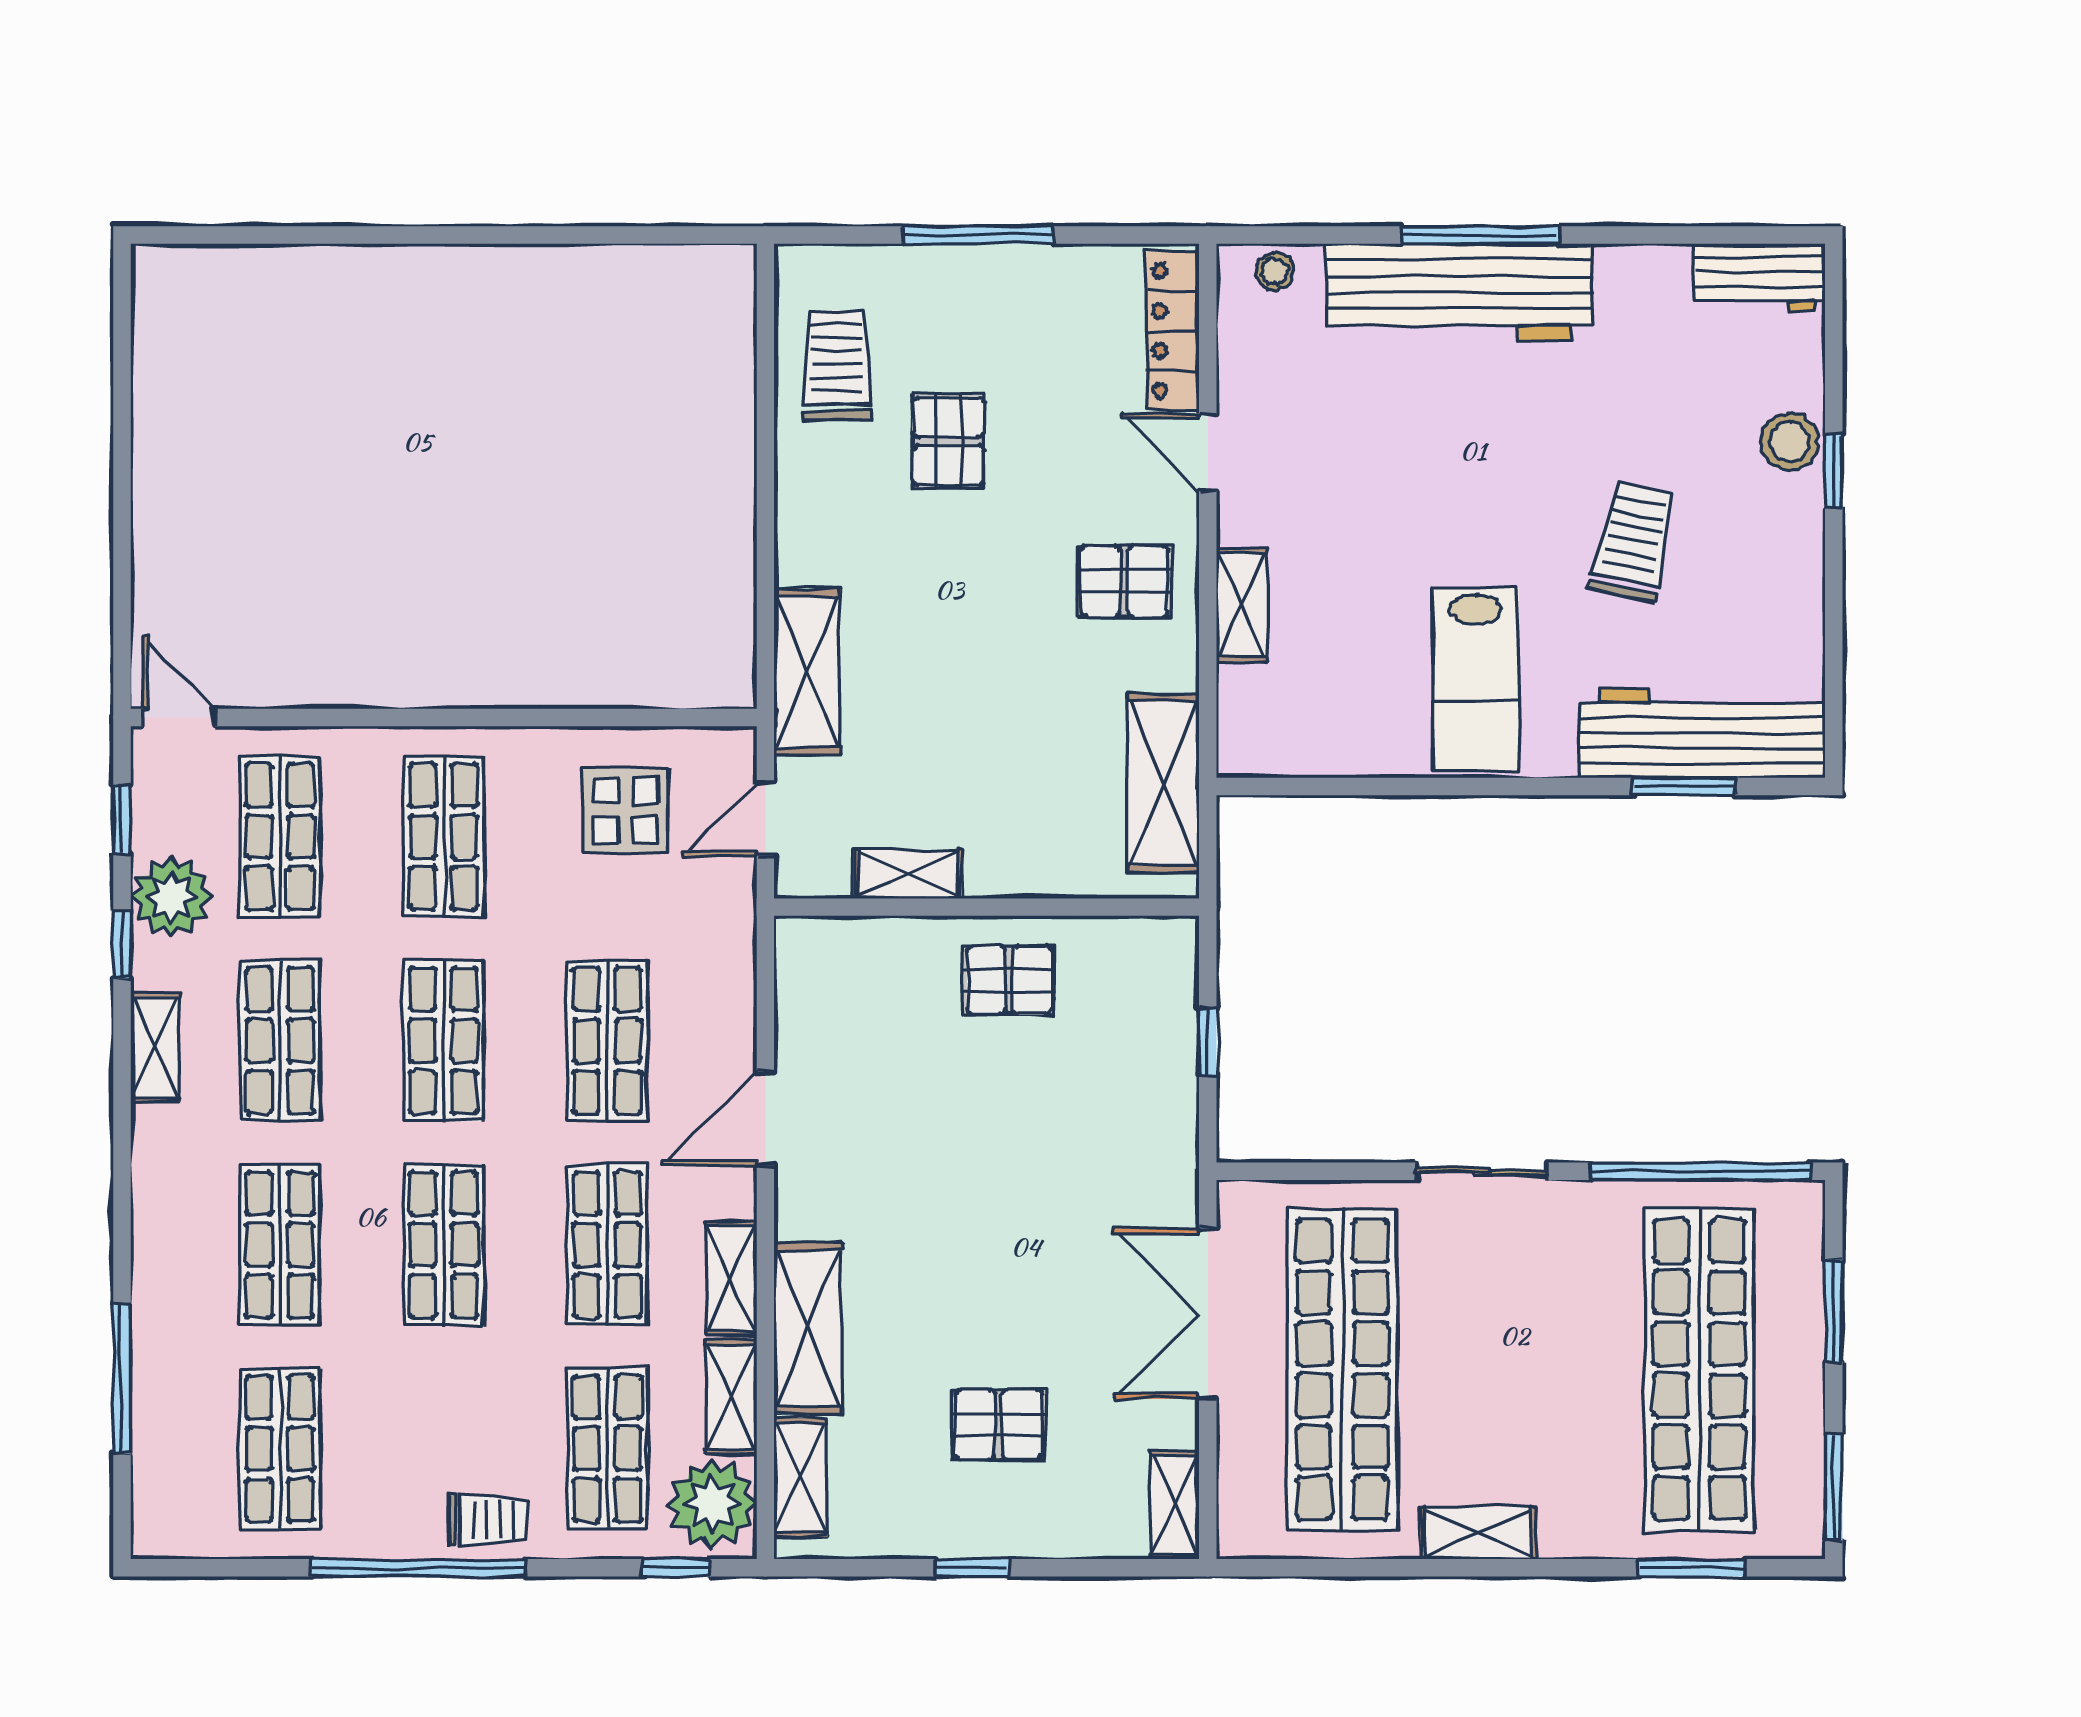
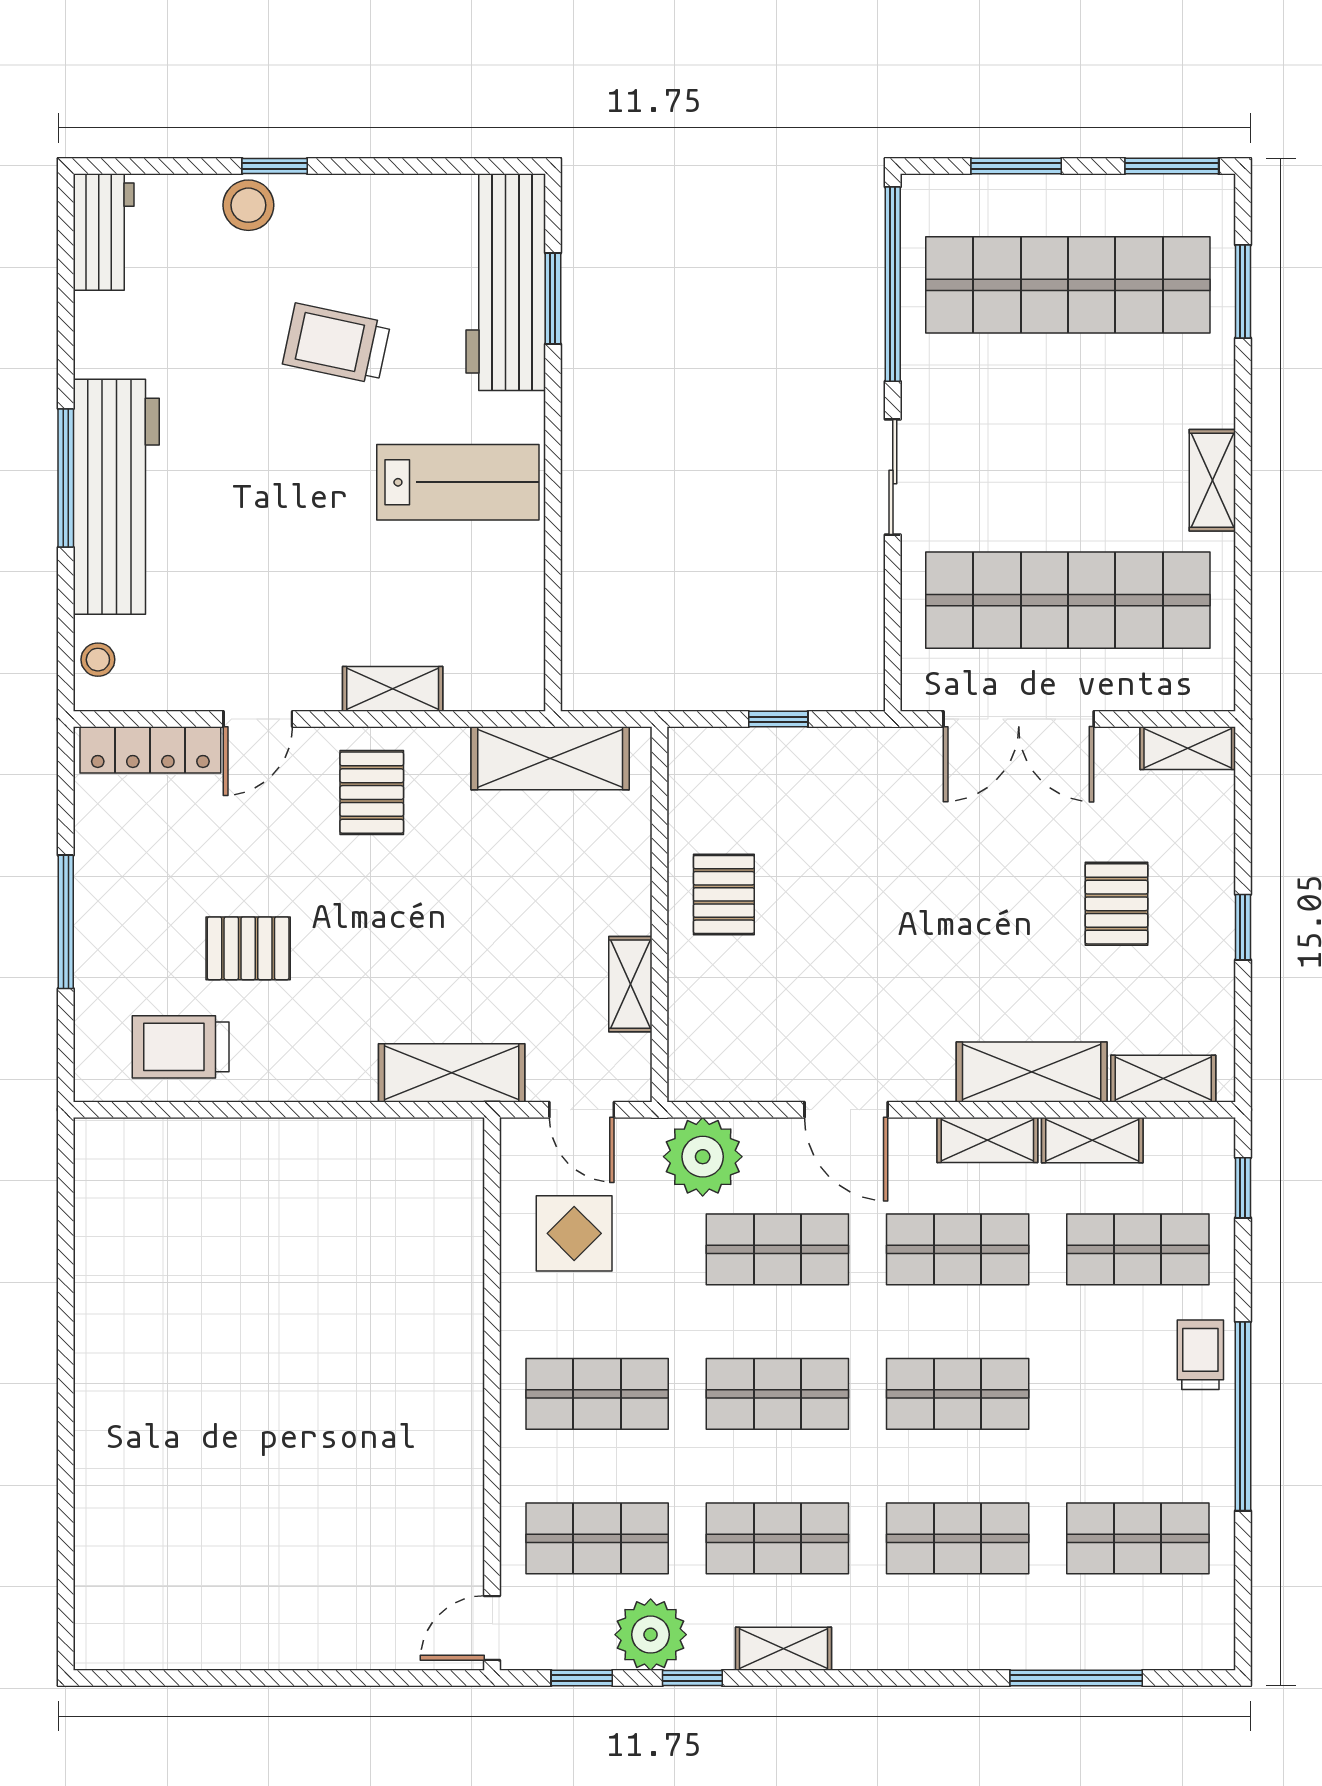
plant: (712, 1504) -> (703, 1157), moved

